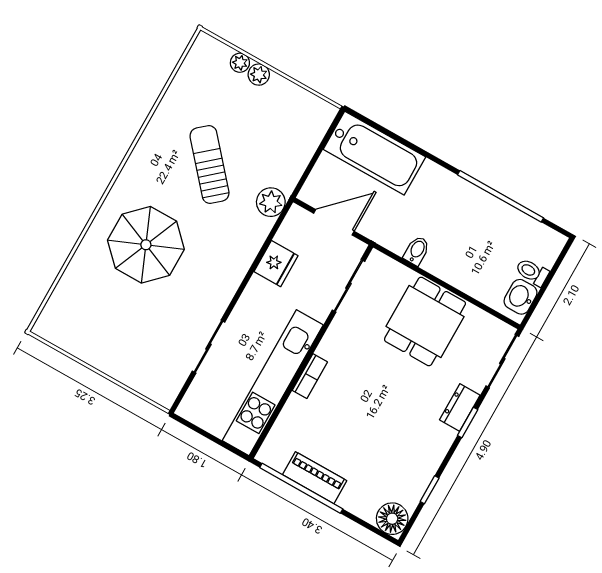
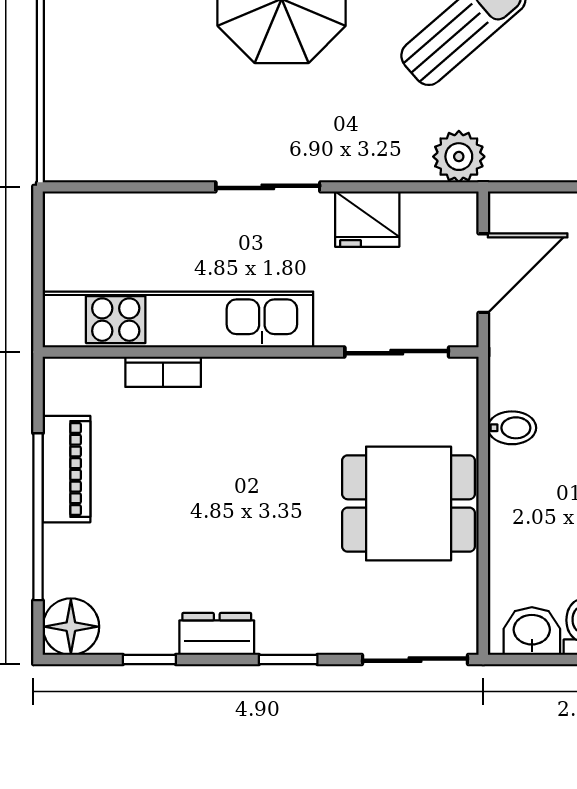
door: (334, 222) -> (483, 273), hinge flipped
sliding door: (208, 347) -> (268, 187), moved
bookcase: (310, 376) -> (163, 372), moved
dresser: (460, 407) -> (217, 634), moved
window: (301, 488) -> (38, 517), moved

